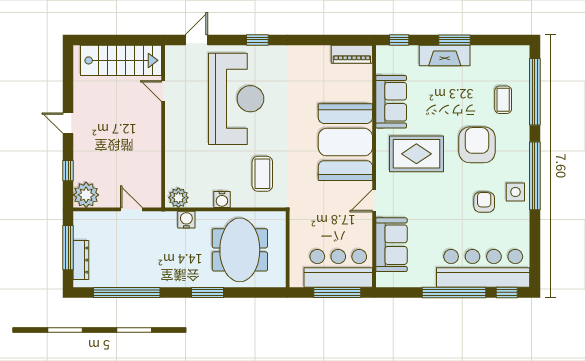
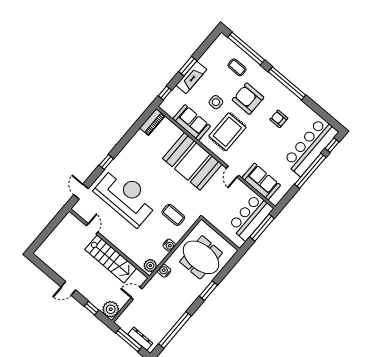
stairs: (121, 60) -> (111, 259), moved, turned 90
door: (163, 91) -> (92, 229), swing flipped
side table: (515, 192) -> (216, 102), moved

